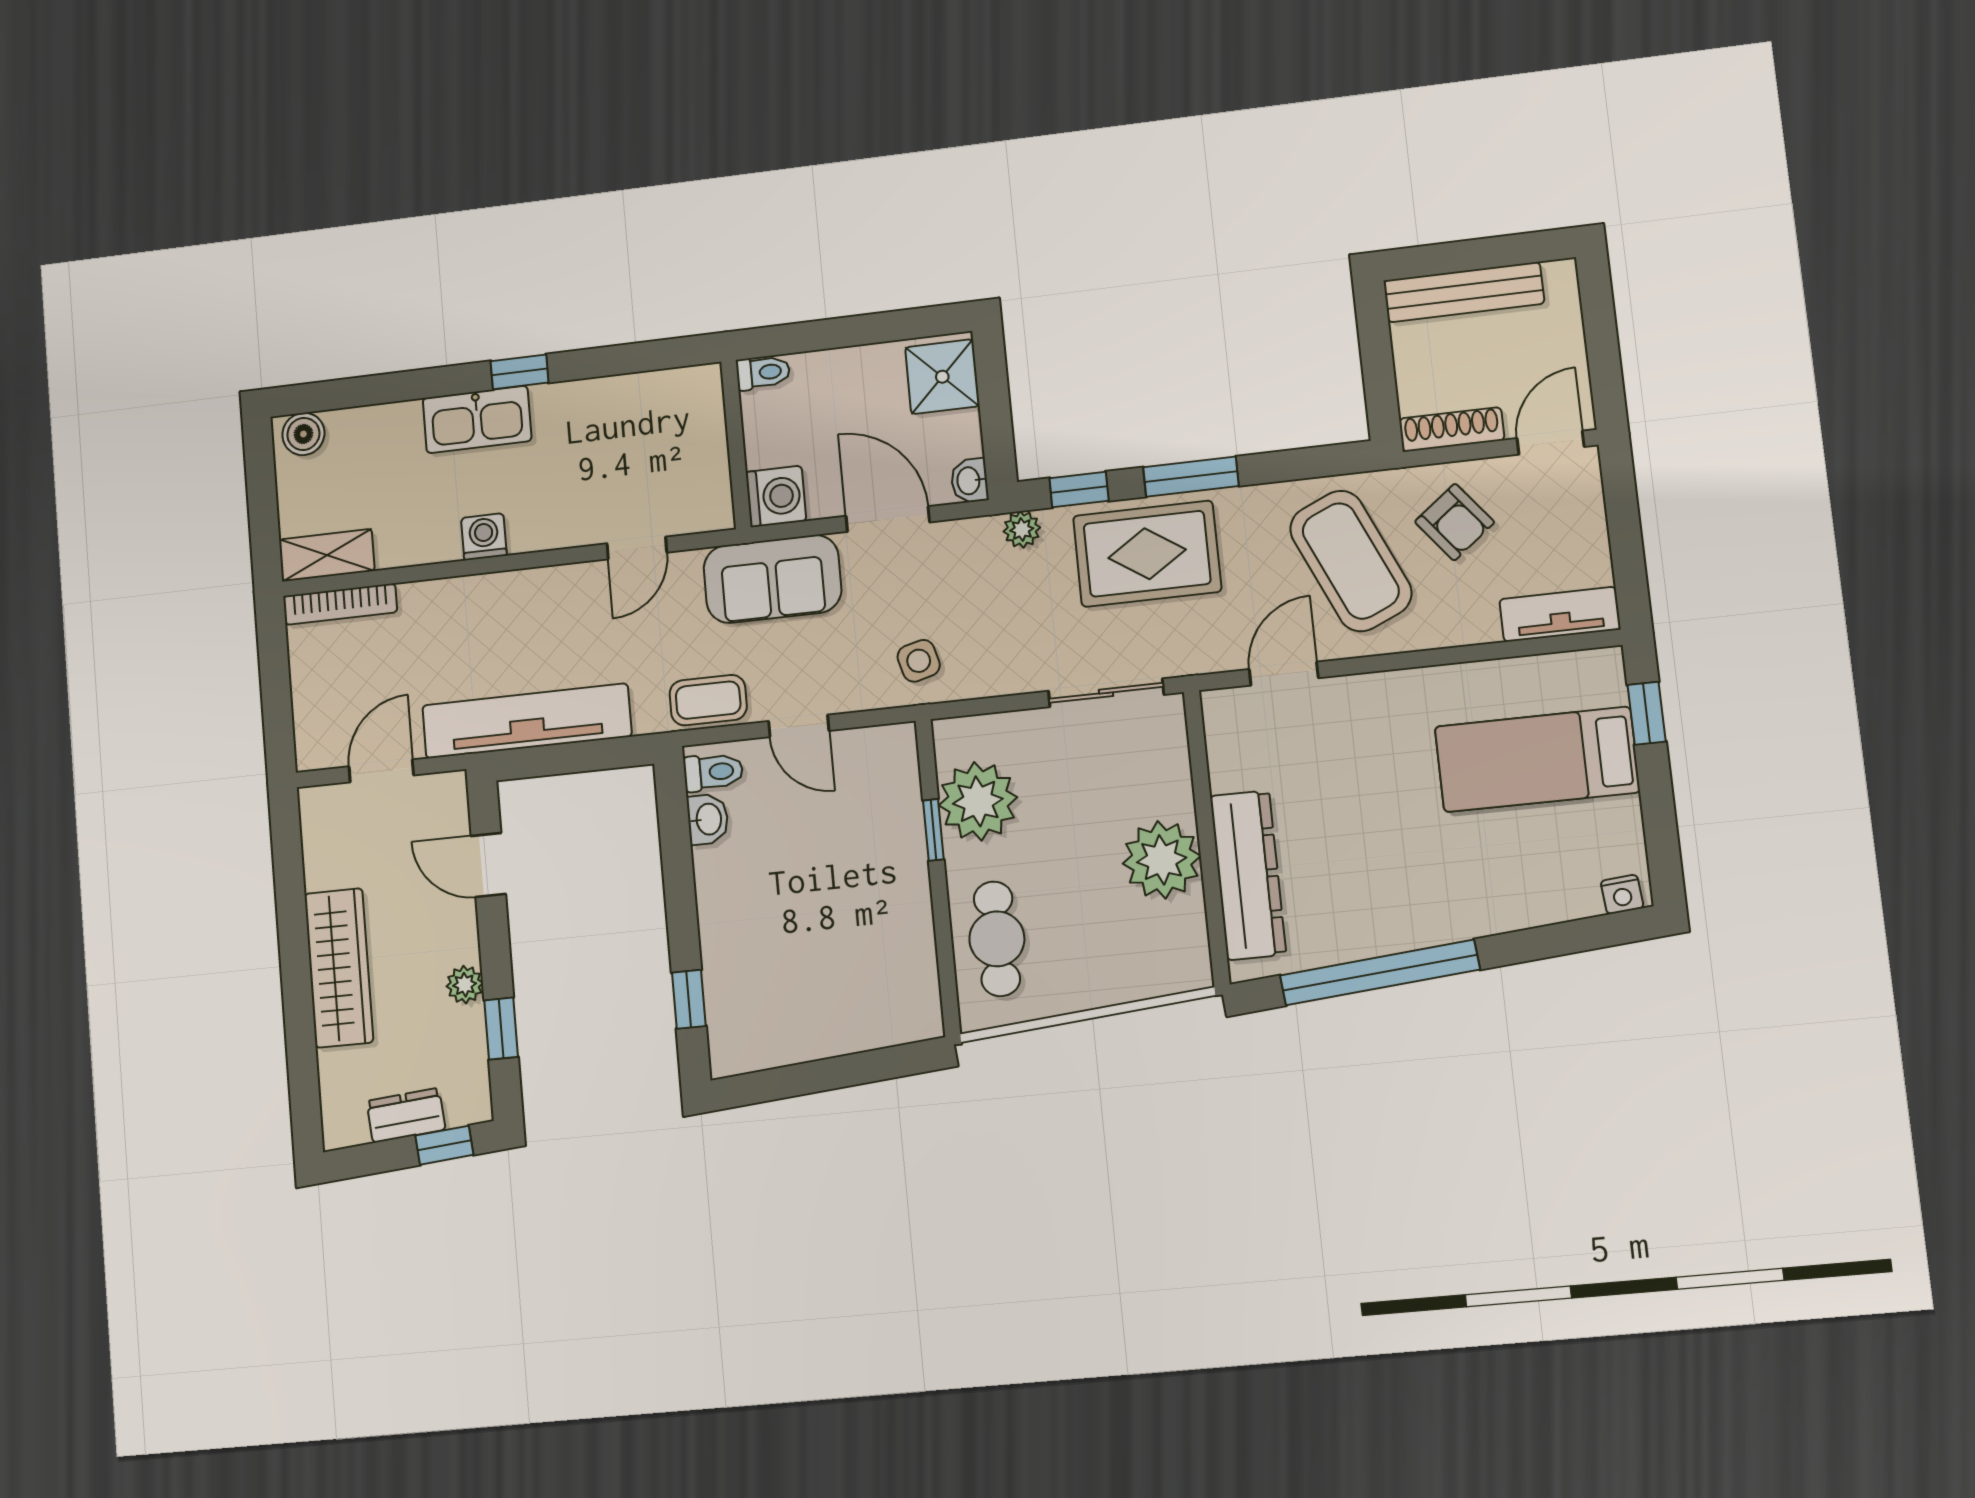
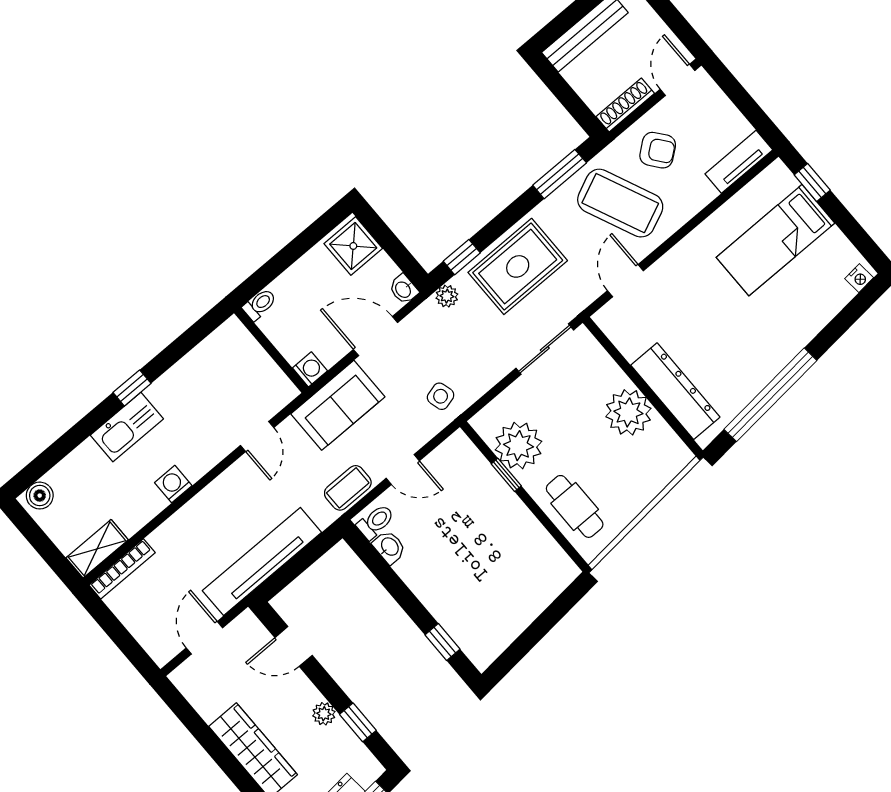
window: (1191, 477) -> (560, 174), moved
washing machine: (776, 496) -> (310, 369), width x0.73, depth x0.73

